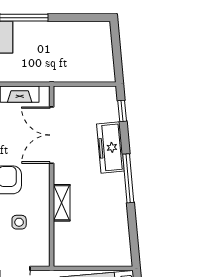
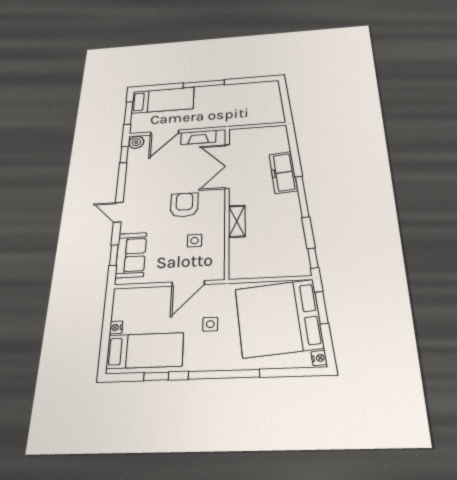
window: (122, 111) -> (313, 258), moved

